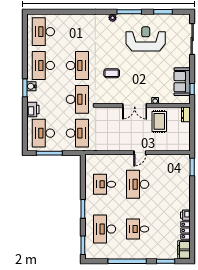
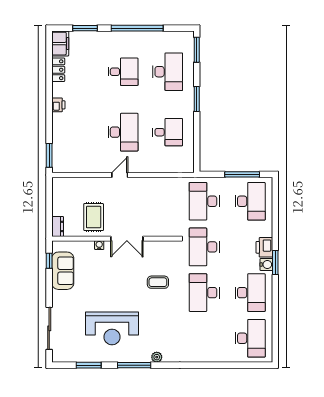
double door: (135, 105) -> (127, 239), swing flipped
printer: (33, 110) -> (264, 247), moved
printer: (185, 215) -> (58, 105), moved

